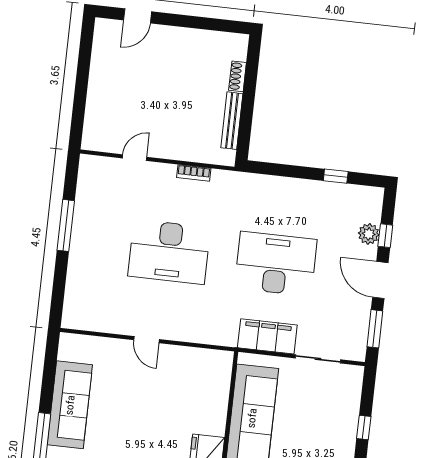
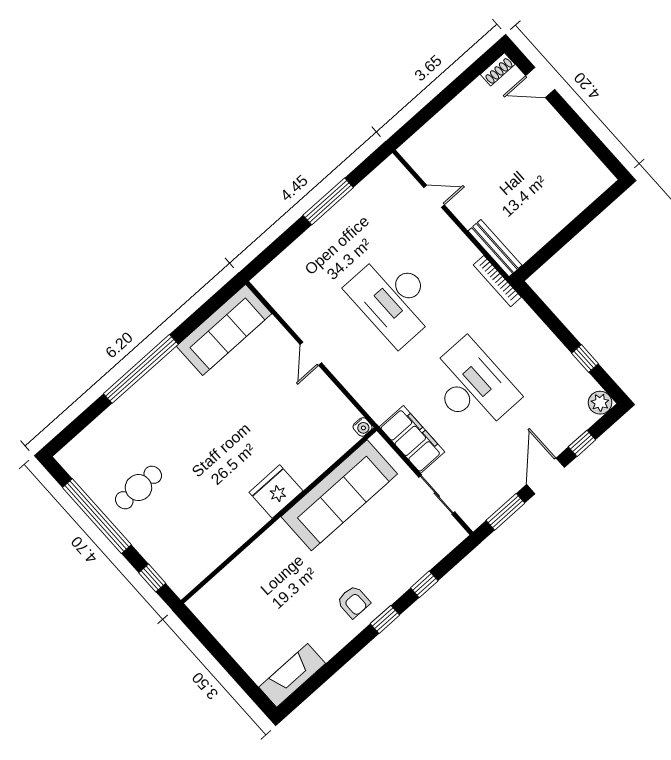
shoe rack: (238, 76) -> (498, 69), moved, turned 180
bench: (232, 121) -> (495, 248), moved, turned 90
bookcase: (194, 173) -> (497, 281), moved, width x1.56
plant: (369, 234) -> (600, 403), moved
water cooler: (226, 358) -> (363, 427), added
sofa: (70, 405) -> (224, 330), moved

